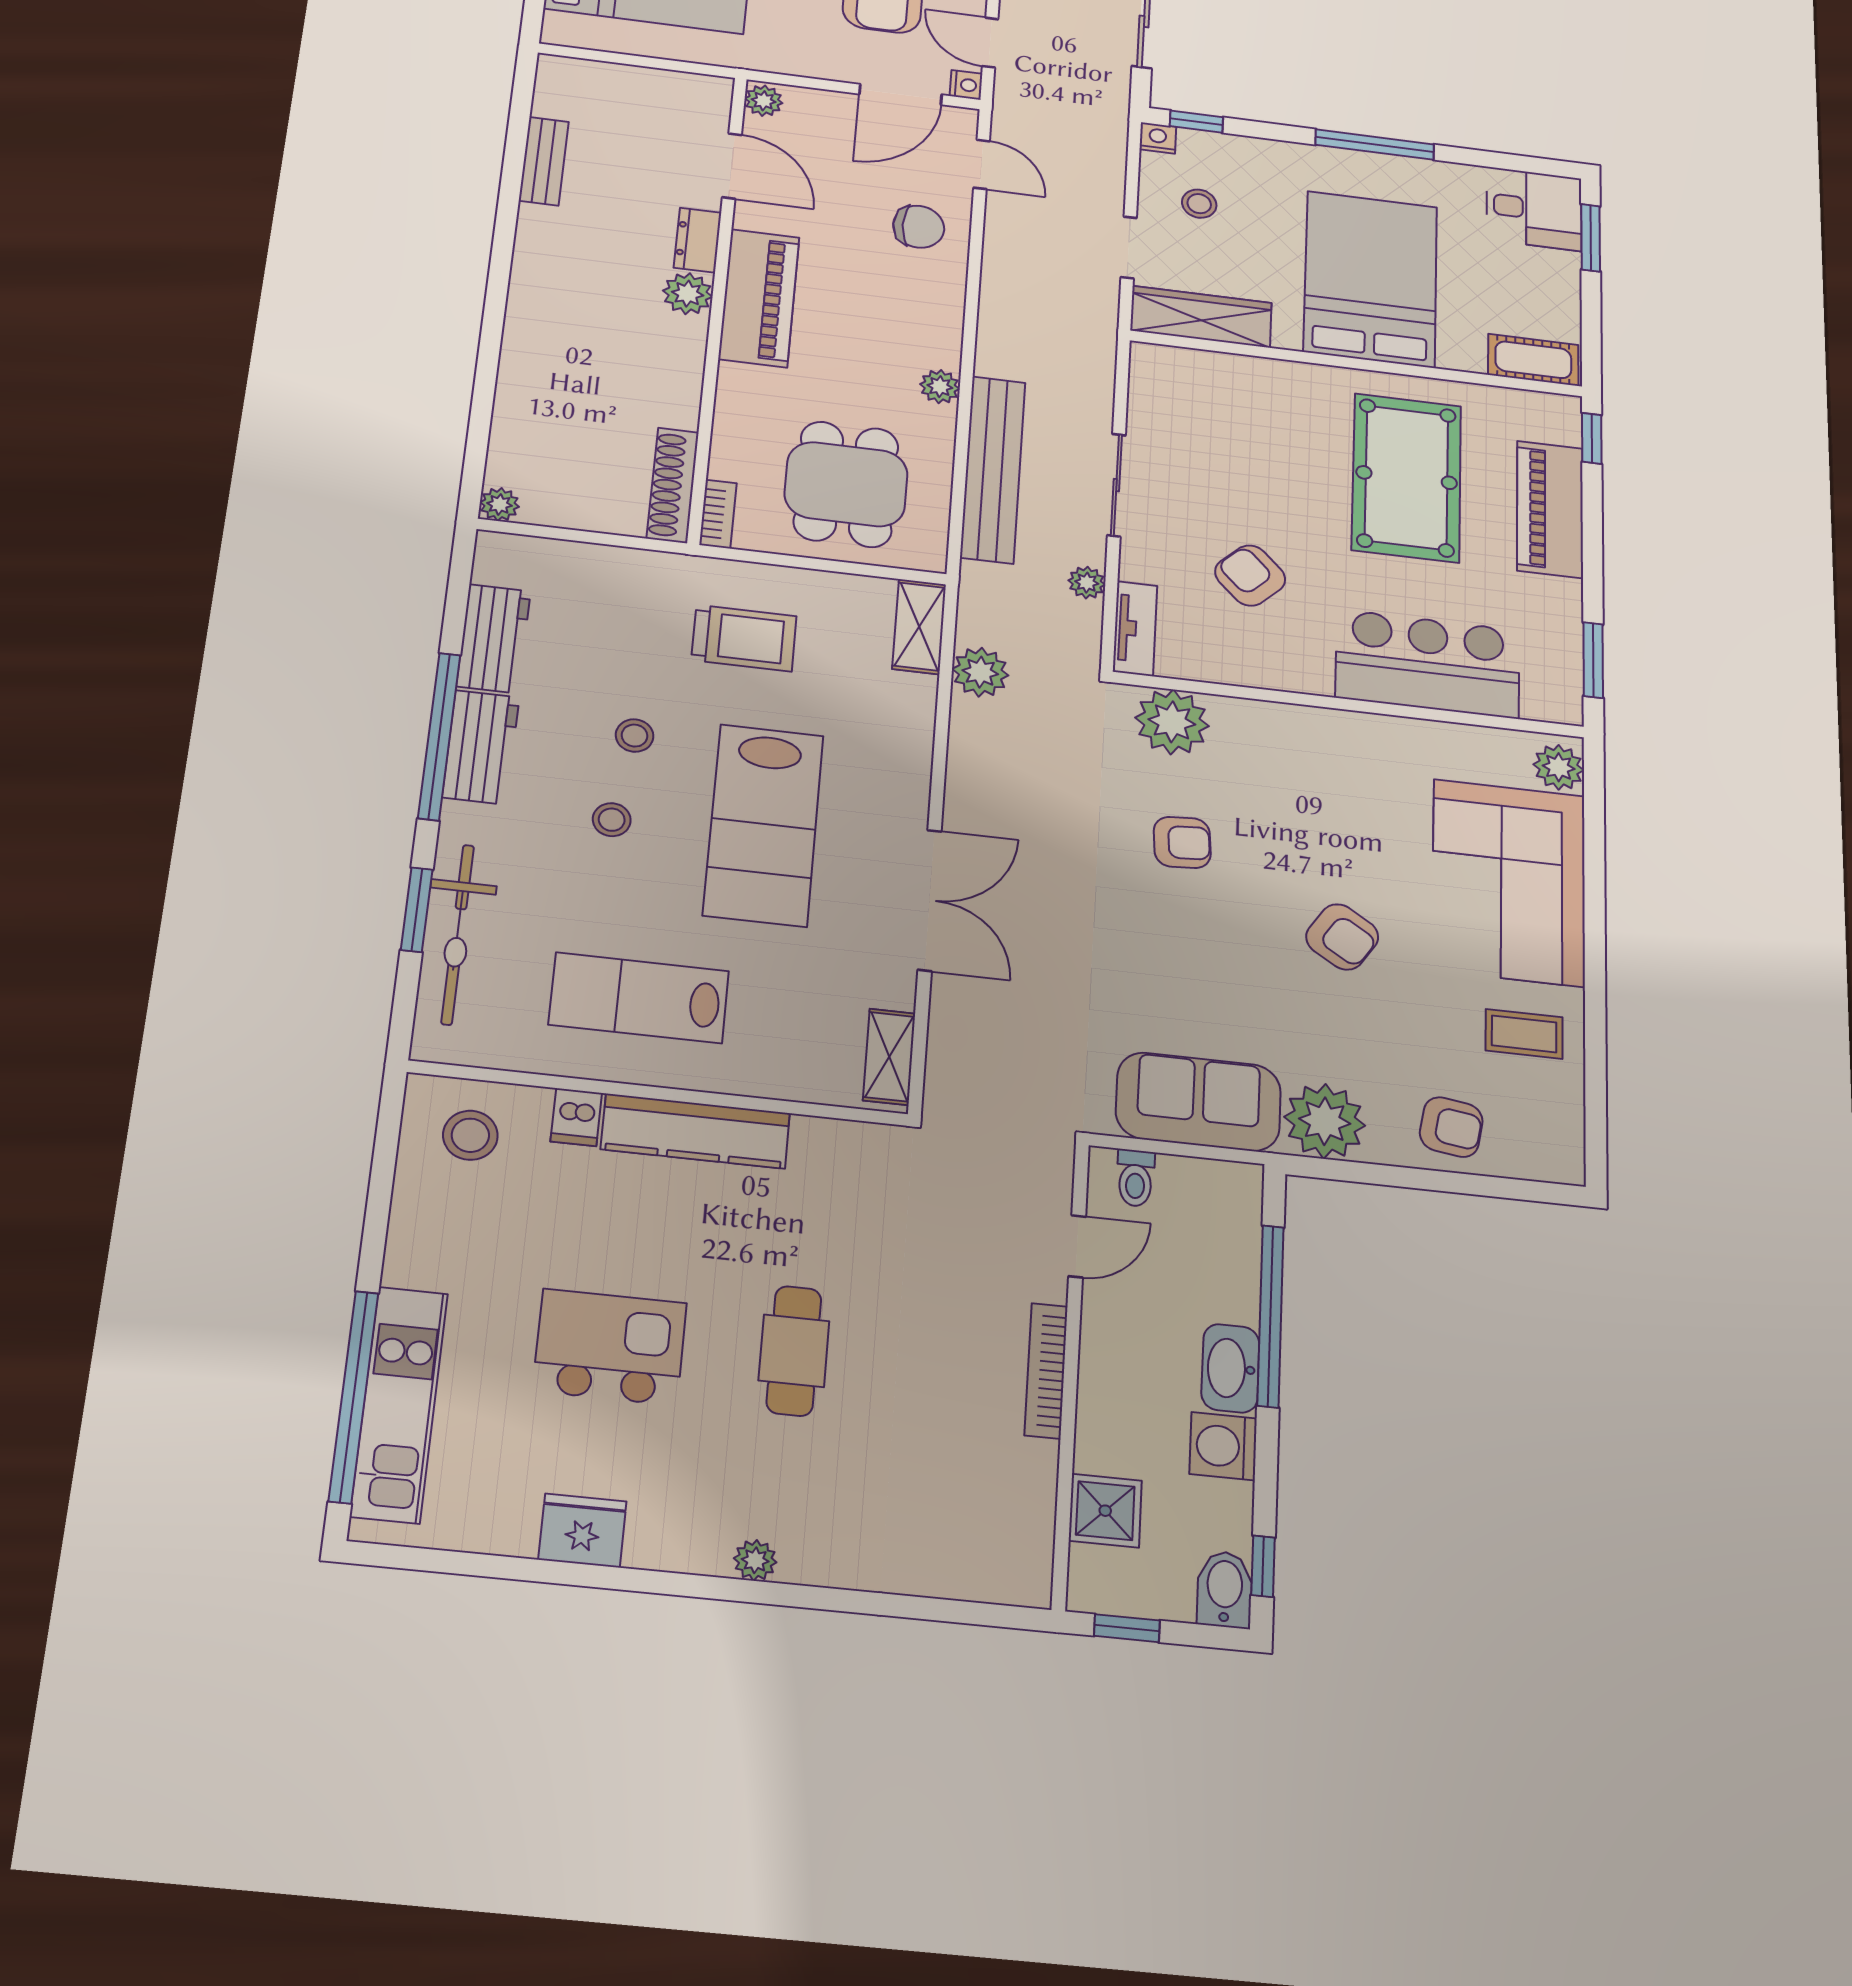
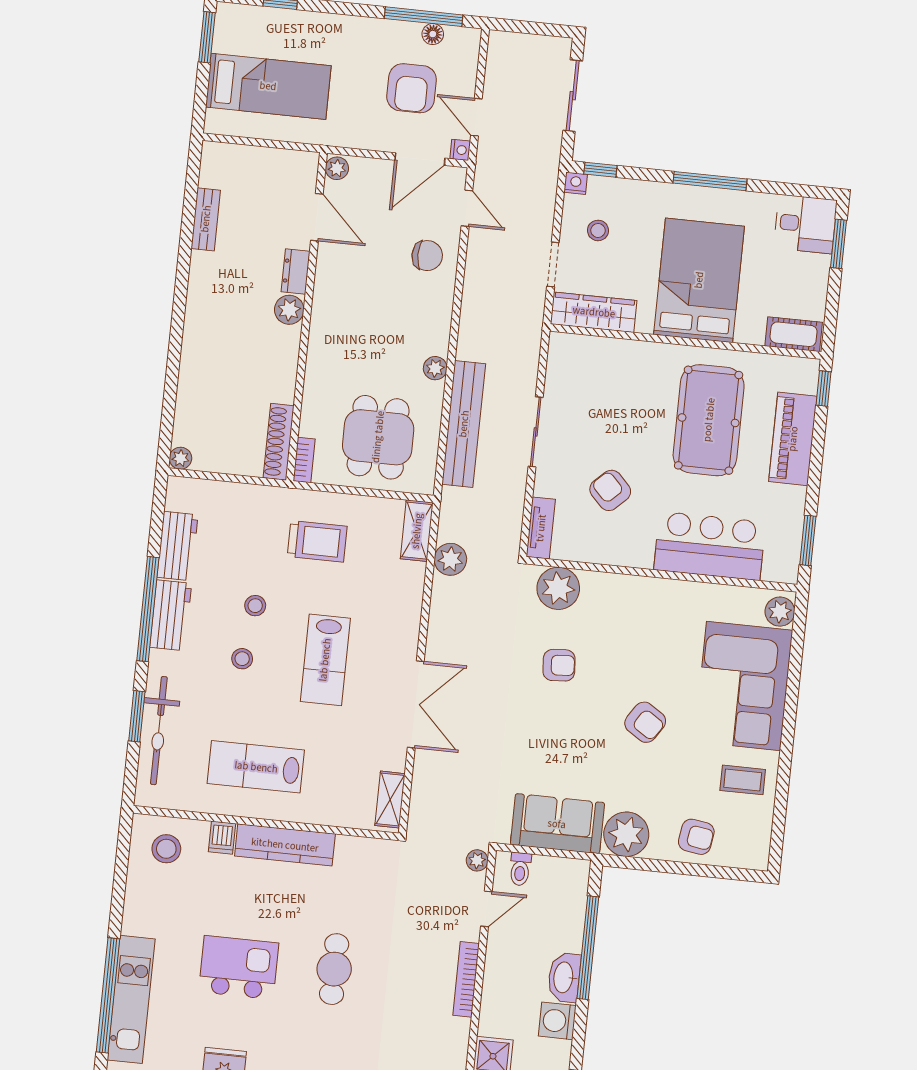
piano: (759, 298) -> (331, 311), removed
plant: (1087, 583) -> (477, 860), moved
lab bench: (763, 825) -> (325, 660), width x0.73, depth x0.72

